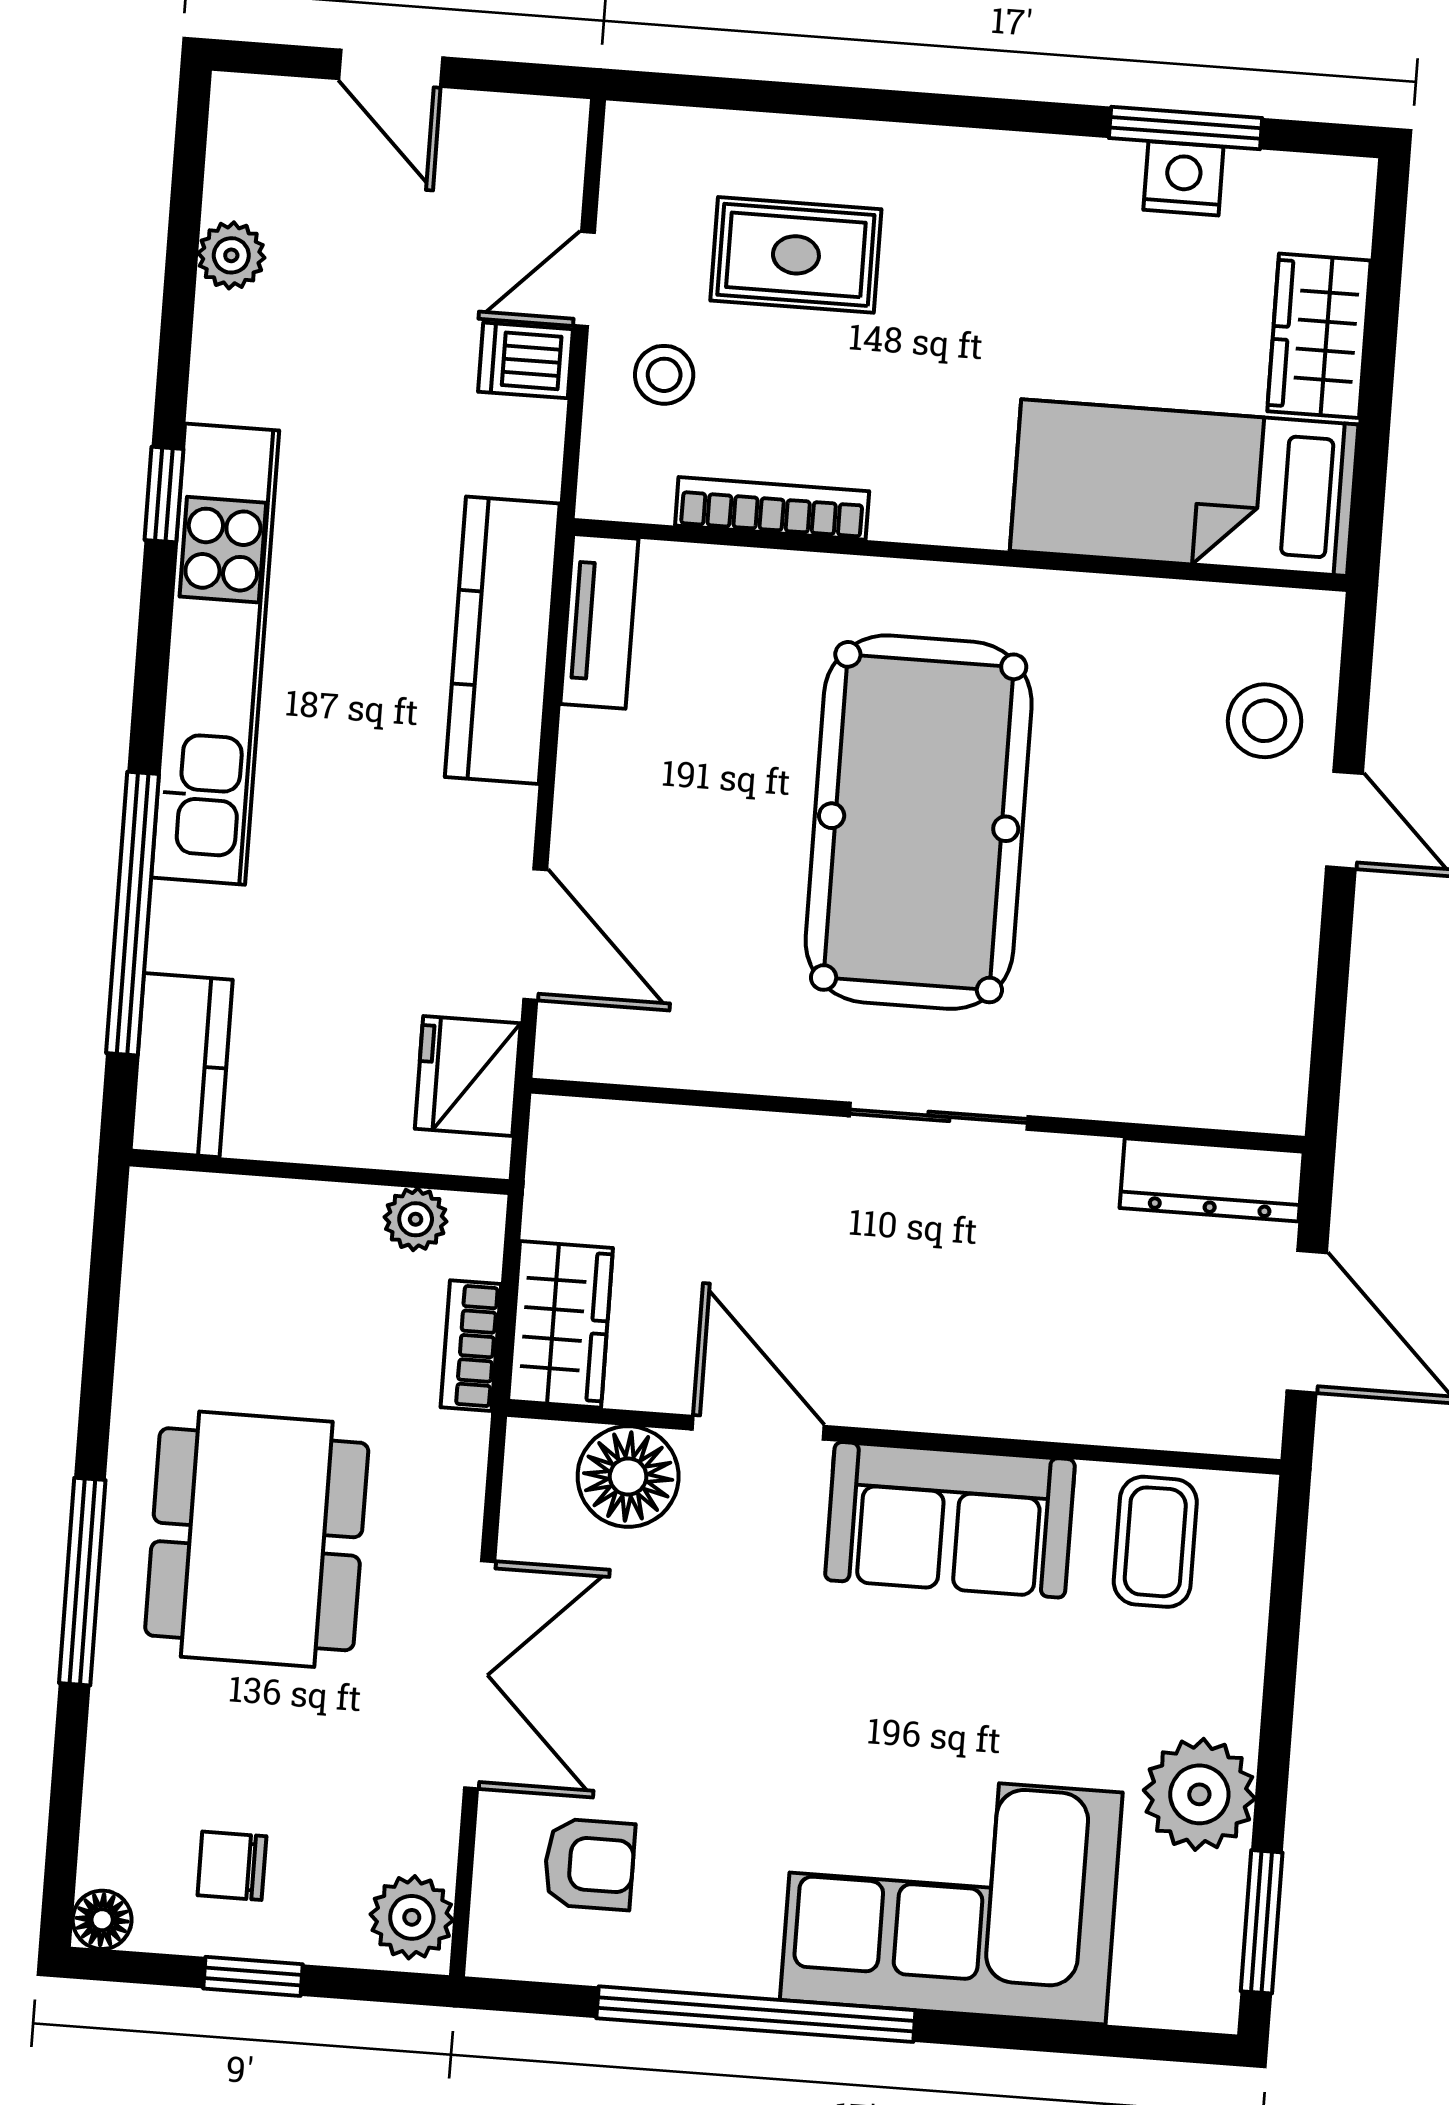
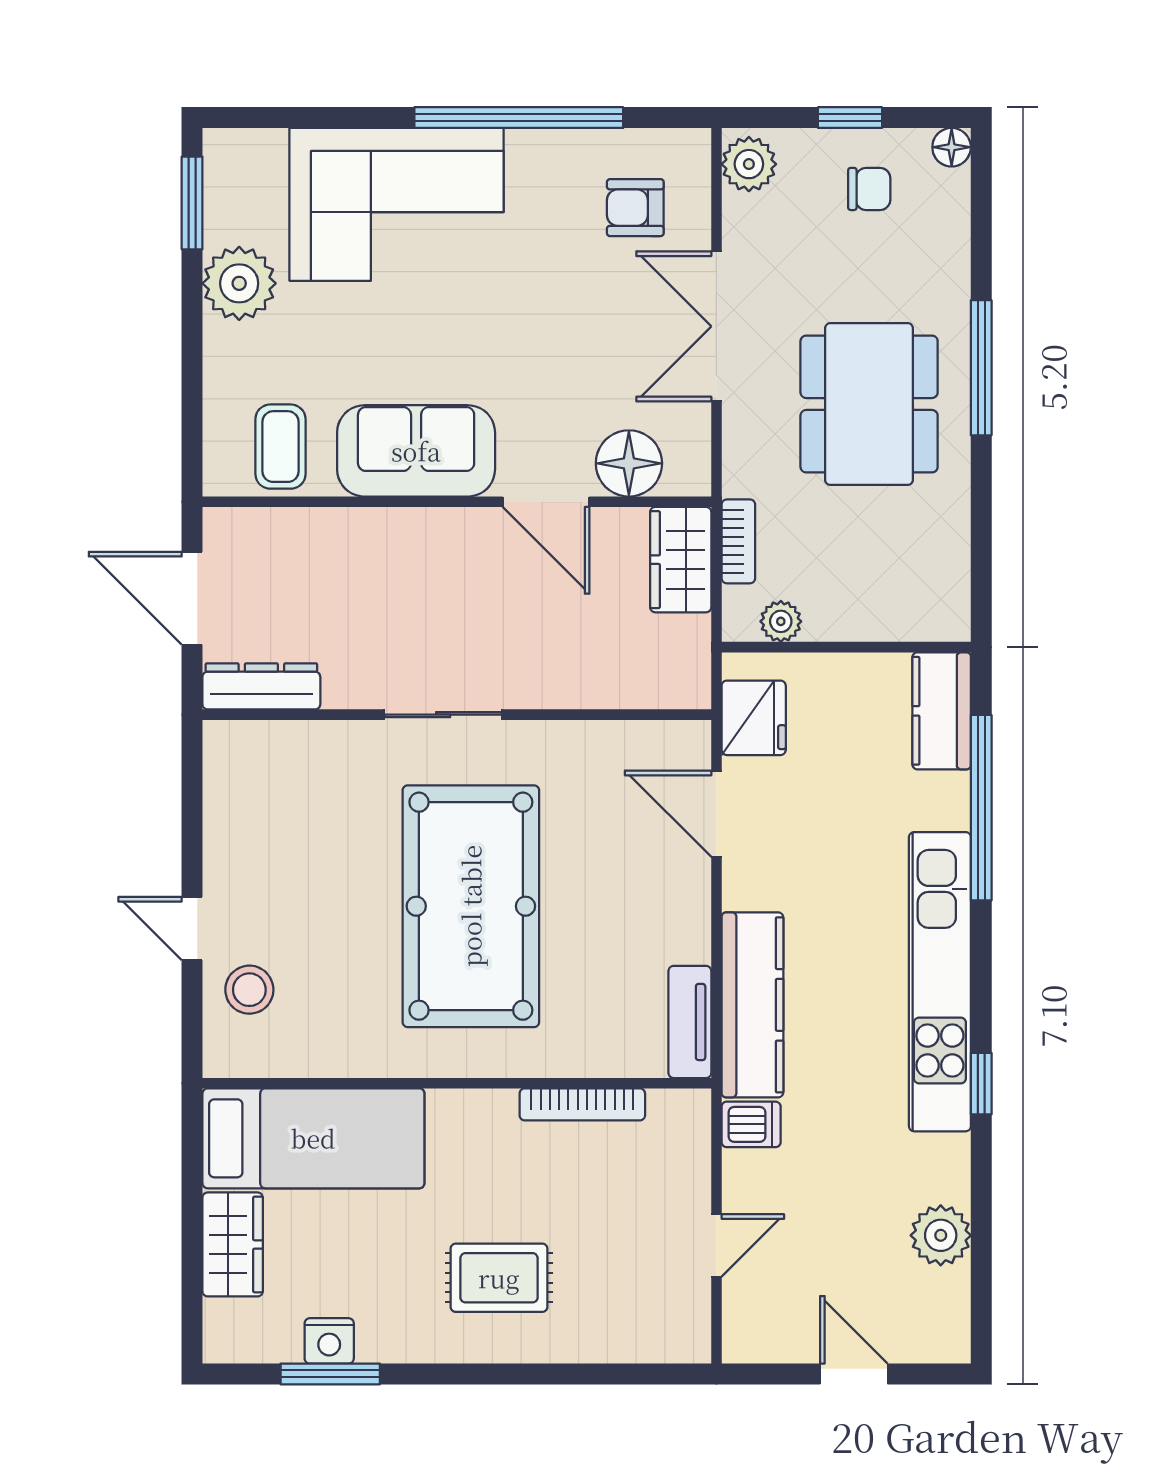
plant: (231, 255) -> (941, 1235), width x1.38, depth x1.38
rug: (796, 255) -> (499, 1278), moved
dishwasher: (525, 360) -> (751, 1124), moved
stool: (664, 375) -> (660, 1187), removed

